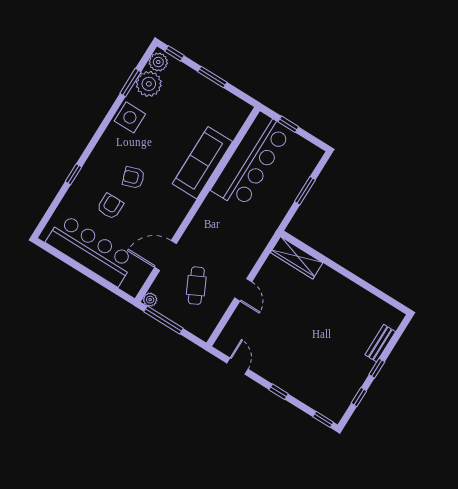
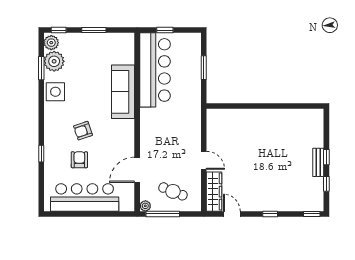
wardrobe: (297, 258) -> (214, 192), moved, turned -90
cafe table: (196, 286) -> (173, 191), moved, turned -42
bench: (380, 343) -> (318, 162), moved

